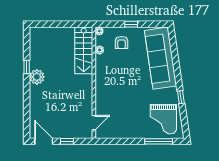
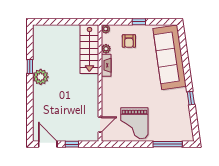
fireplace: (100, 66) -> (106, 65), added
grand piano: (163, 119) -> (134, 123), moved

